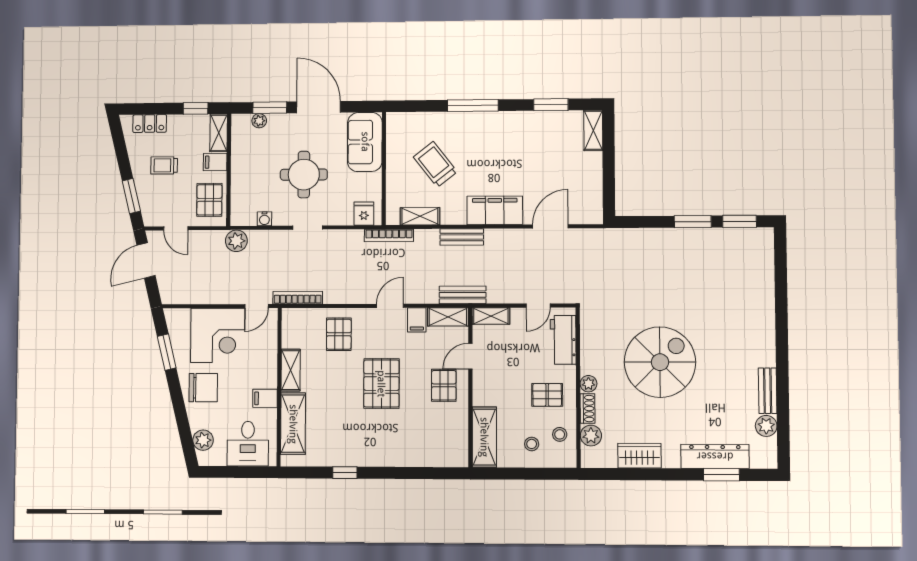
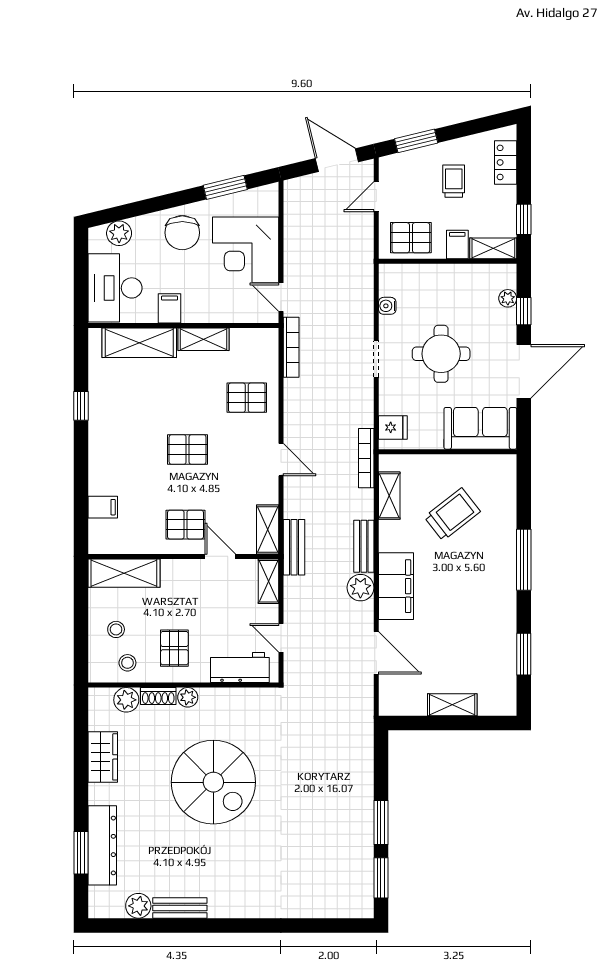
window: (270, 108) -> (524, 311), width x0.67
shelving: (593, 130) -> (452, 705), moved
plant: (236, 241) -> (360, 588), moved
filing cabinet: (417, 320) -> (103, 507), moved, turned 180
pallet: (381, 384) -> (188, 449), width x0.67, depth x0.71
desk: (248, 444) -> (115, 288), width x1.37

